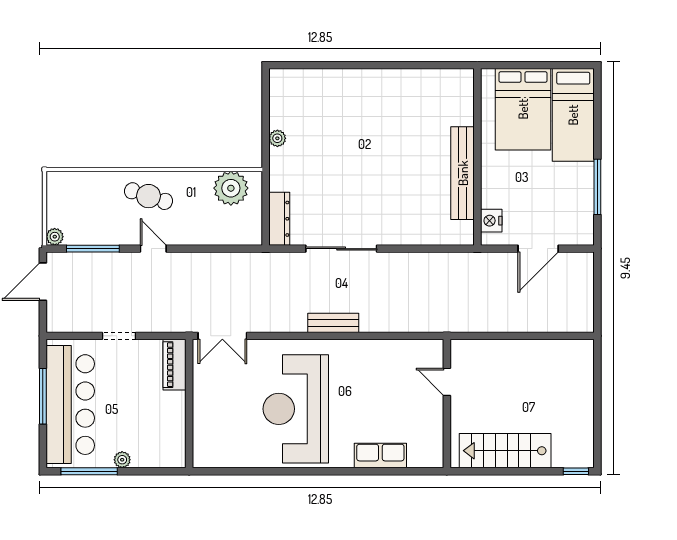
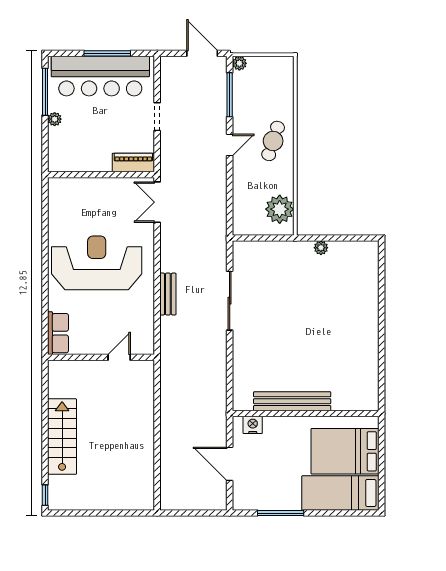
dresser: (279, 219) -> (254, 249), removed
door: (447, 382) -> (119, 357), moved
wall: (447, 404) -> (101, 357), moved

